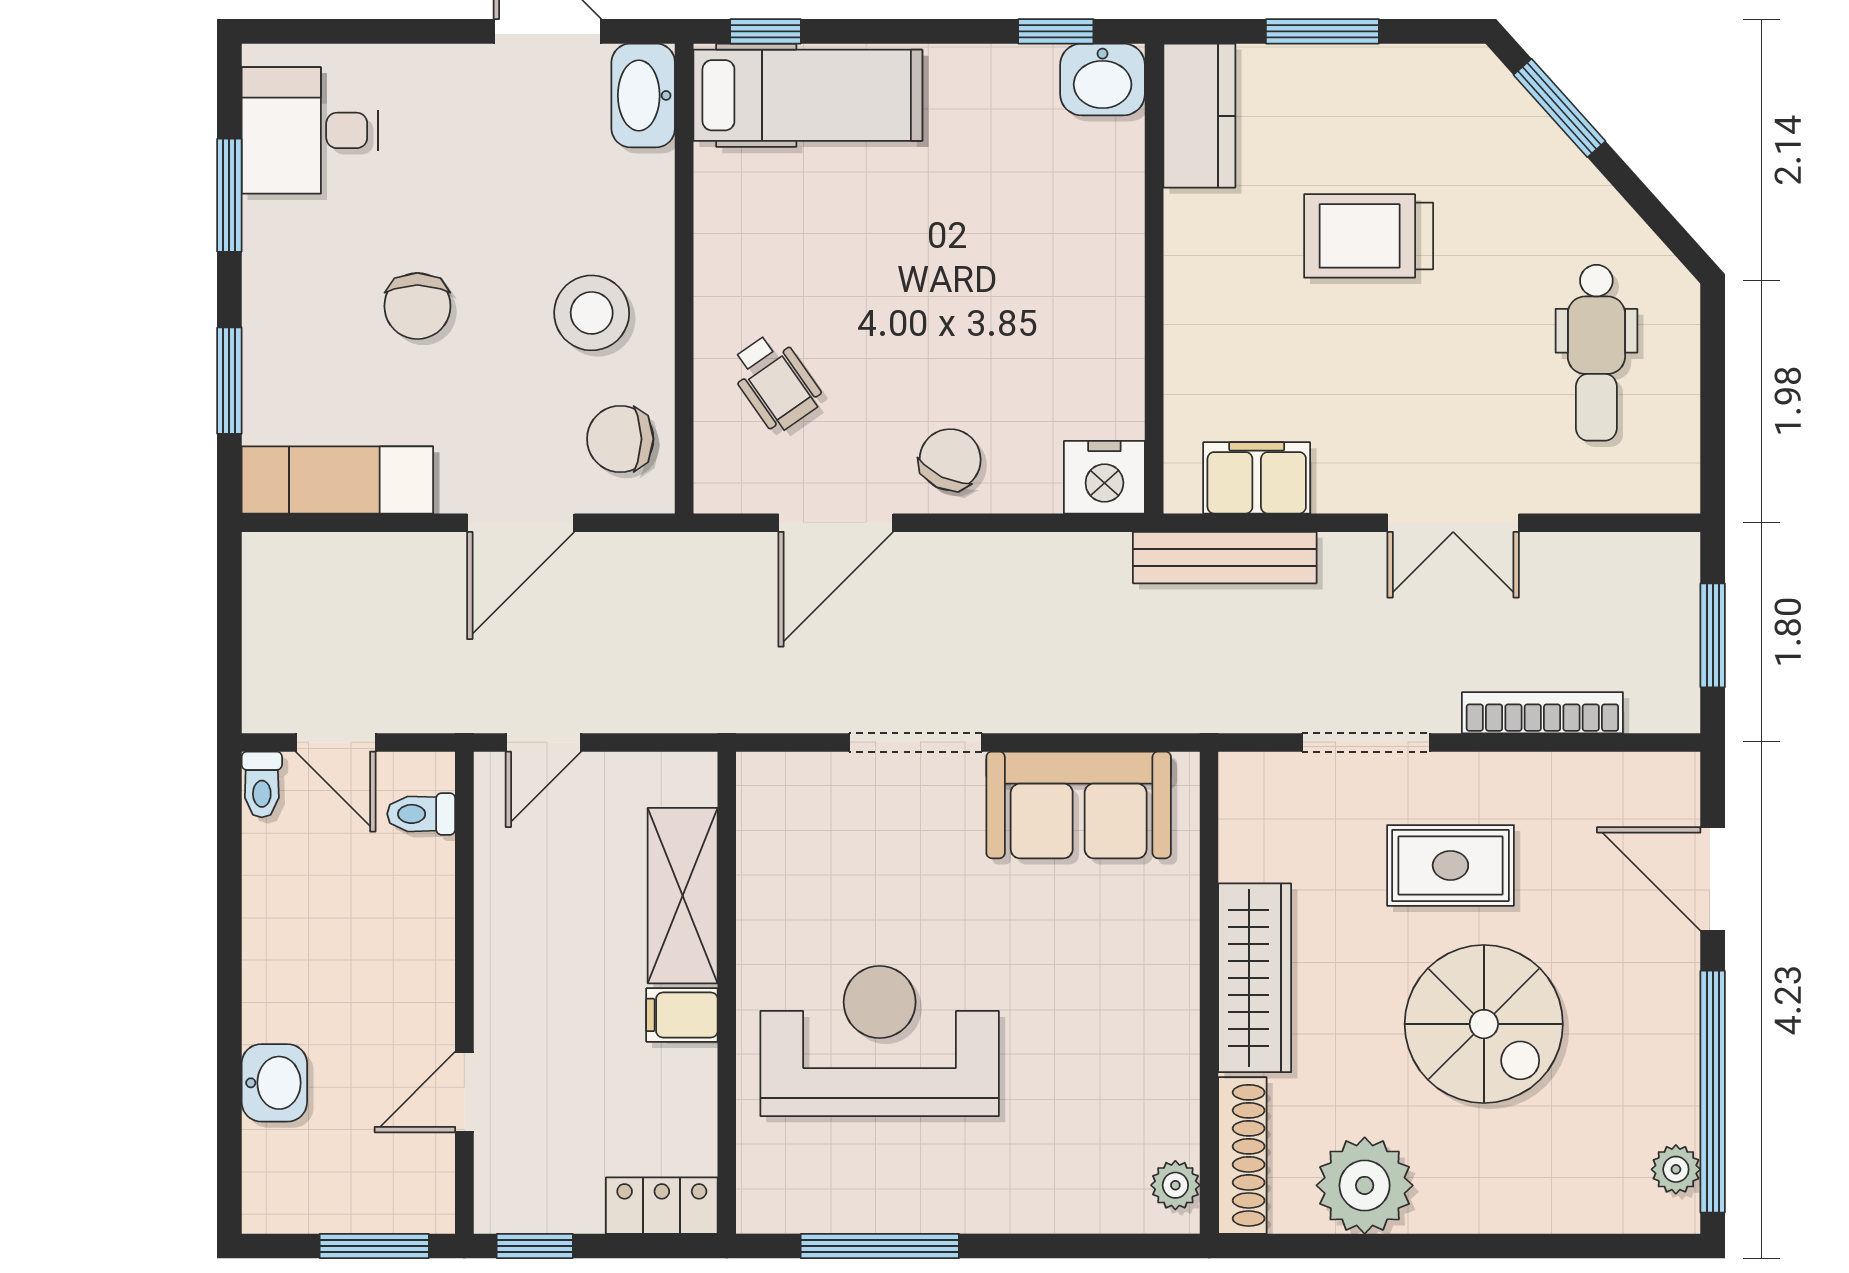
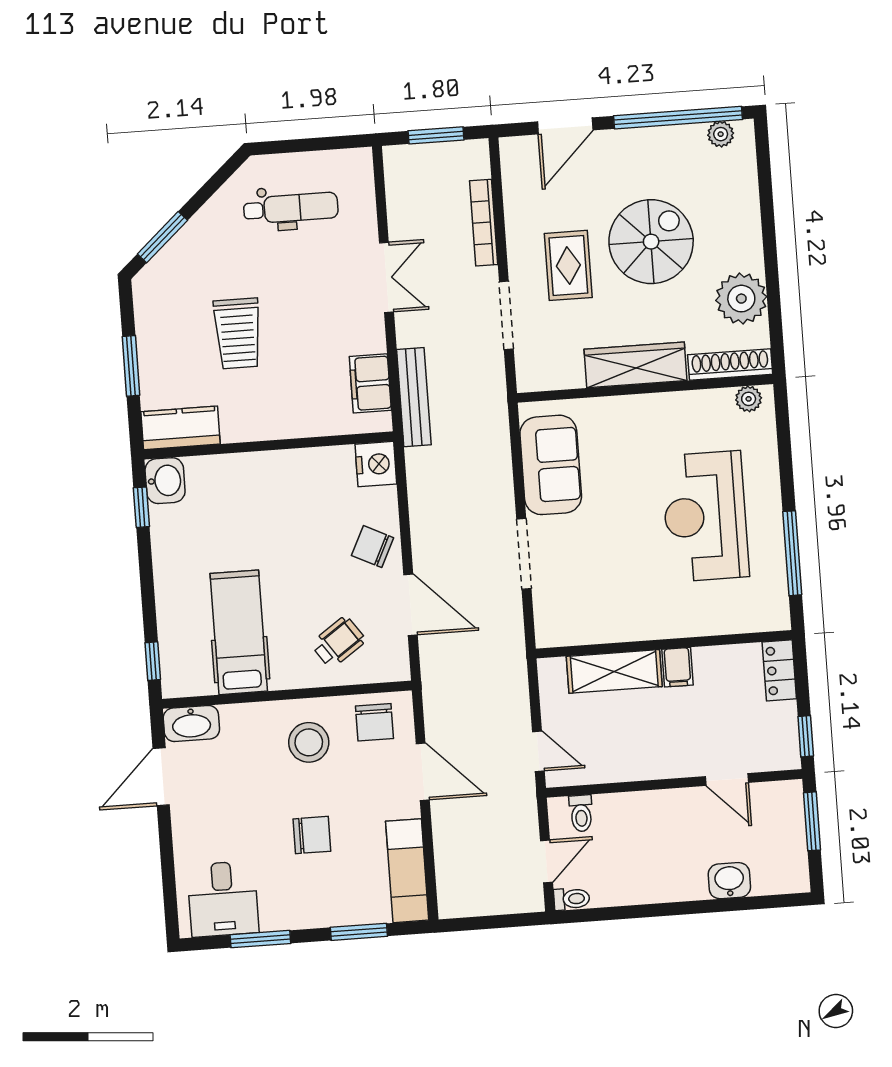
hospital bed: (808, 95) -> (239, 632), moved
reception desk: (880, 1041) -> (705, 516), moved

